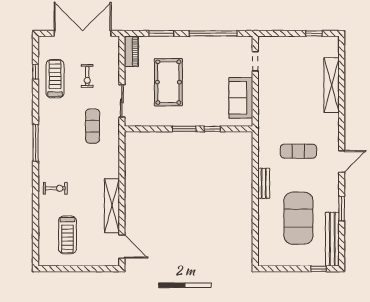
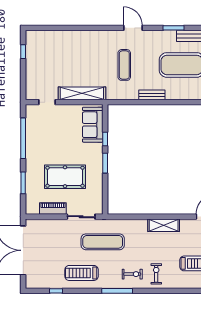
piano: (131, 51) -> (53, 209), moved
exercise bike: (87, 76) -> (132, 274), moved
treadmill: (55, 79) -> (82, 273), moved
shelving: (332, 85) -> (82, 93), moved
sofa: (241, 98) -> (93, 125), moved, turned 90
exercise mat: (93, 126) -> (103, 242), width x1.36, depth x1.45
shelving: (112, 206) -> (164, 225), width x0.68

